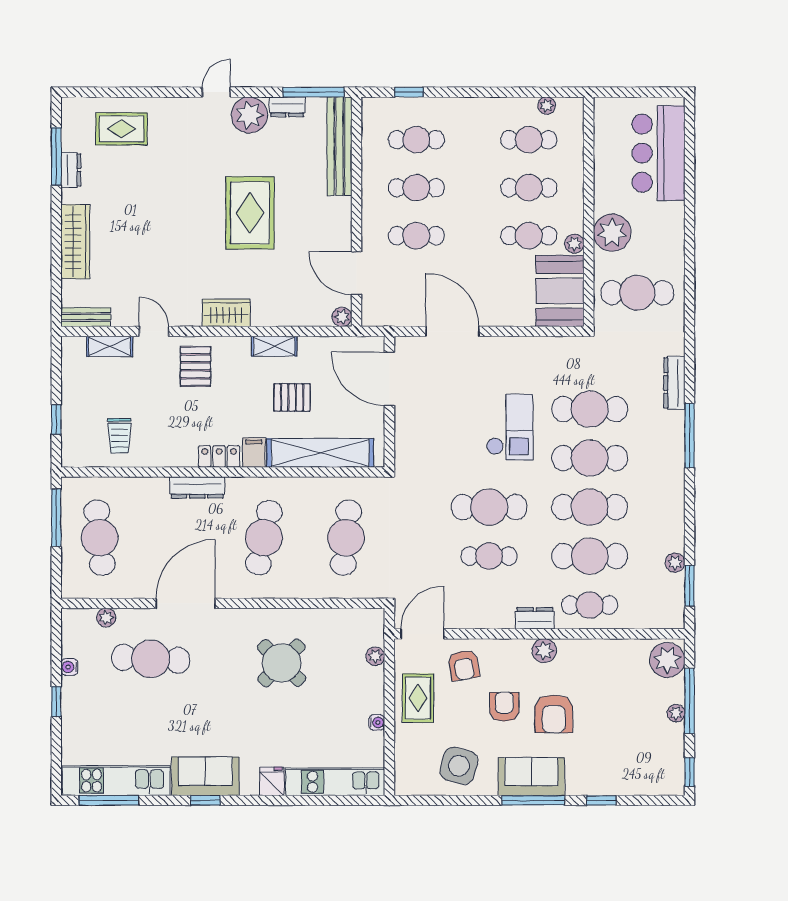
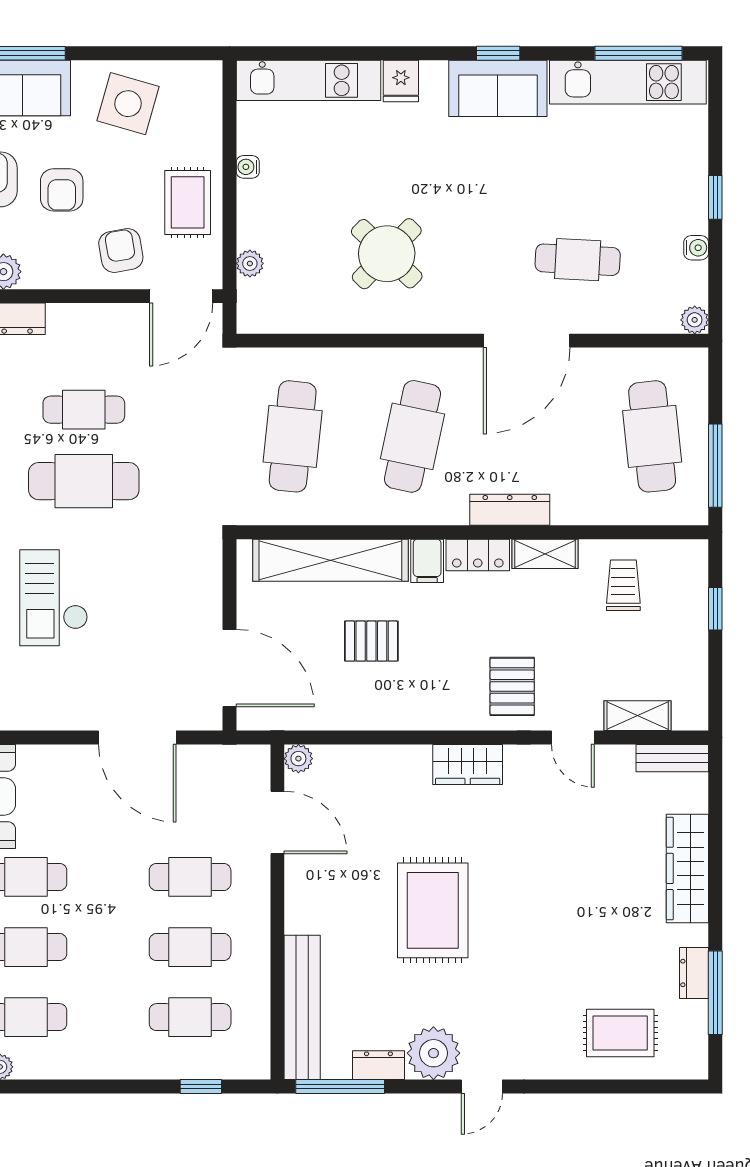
shelving: (274, 346) -> (545, 554), moved
plant: (106, 618) -> (695, 320), moved
cafe table: (151, 659) -> (578, 260), width x0.73, depth x0.74

